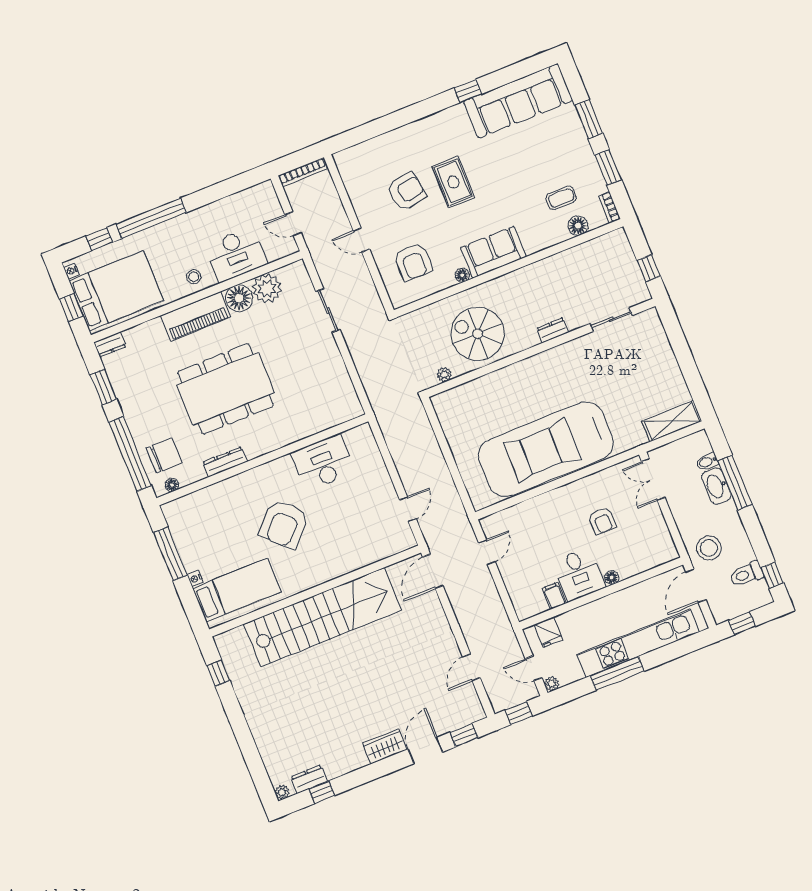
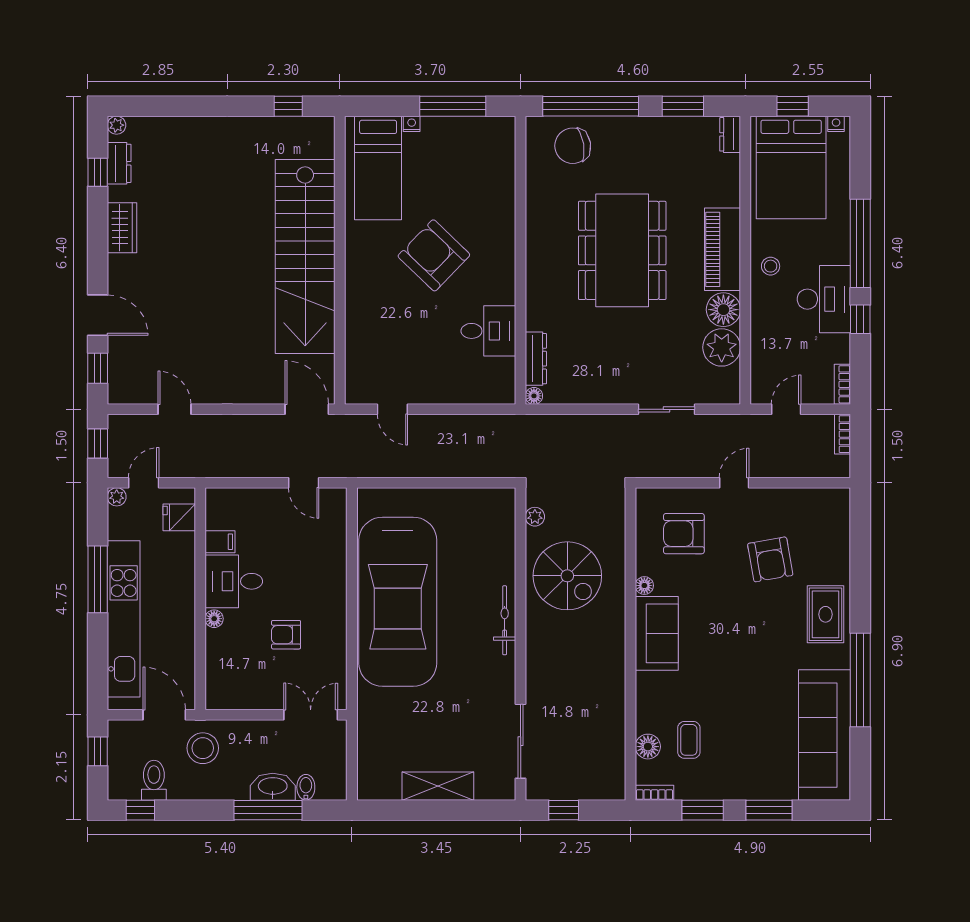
window: (468, 91) -> (860, 680), width x3.17
bookcase: (303, 172) -> (842, 434), width x0.64
rug: (453, 182) -> (826, 614), moved, turned 90
bookcase: (259, 190) -> (842, 384), added
window: (99, 239) -> (860, 319), moved
desk: (236, 254) -> (824, 299), moved, turned 180
sliding door: (611, 320) -> (521, 741), width x1.37
dresser: (553, 330) -> (536, 667), removed
spiral stairs: (478, 334) -> (567, 576), turned 90
bicycle: (528, 366) -> (505, 620), added
shelving: (672, 421) -> (438, 786), moved, turned 90
car: (546, 449) -> (398, 602), turned 180
chair: (164, 455) -> (573, 146), turned 81
dresser: (225, 462) -> (536, 359), moved
desk: (323, 463) -> (488, 331), width x0.73
floor lamp: (172, 485) -> (534, 396), moved
wardrobe: (385, 746) -> (122, 228), moved

